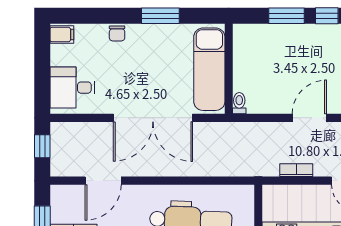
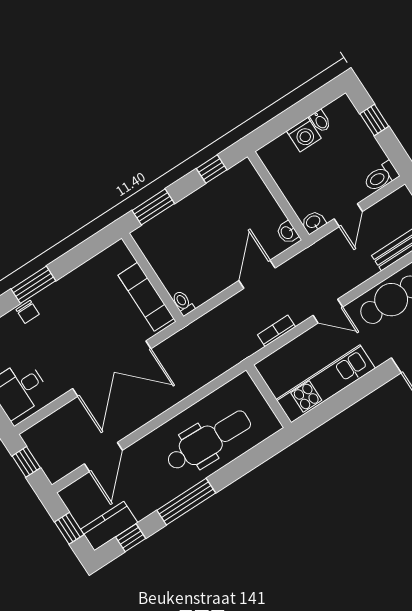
window: (160, 16) -> (33, 285), moved
window: (286, 16) -> (153, 207), moved
exam couch: (209, 69) -> (146, 297), width x0.73, depth x0.69

